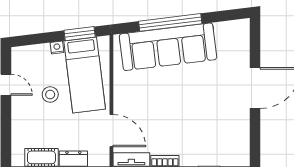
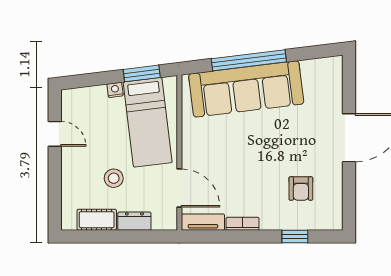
stool: (50, 94) -> (114, 178), moved
armchair: (214, 131) -> (301, 189), added

